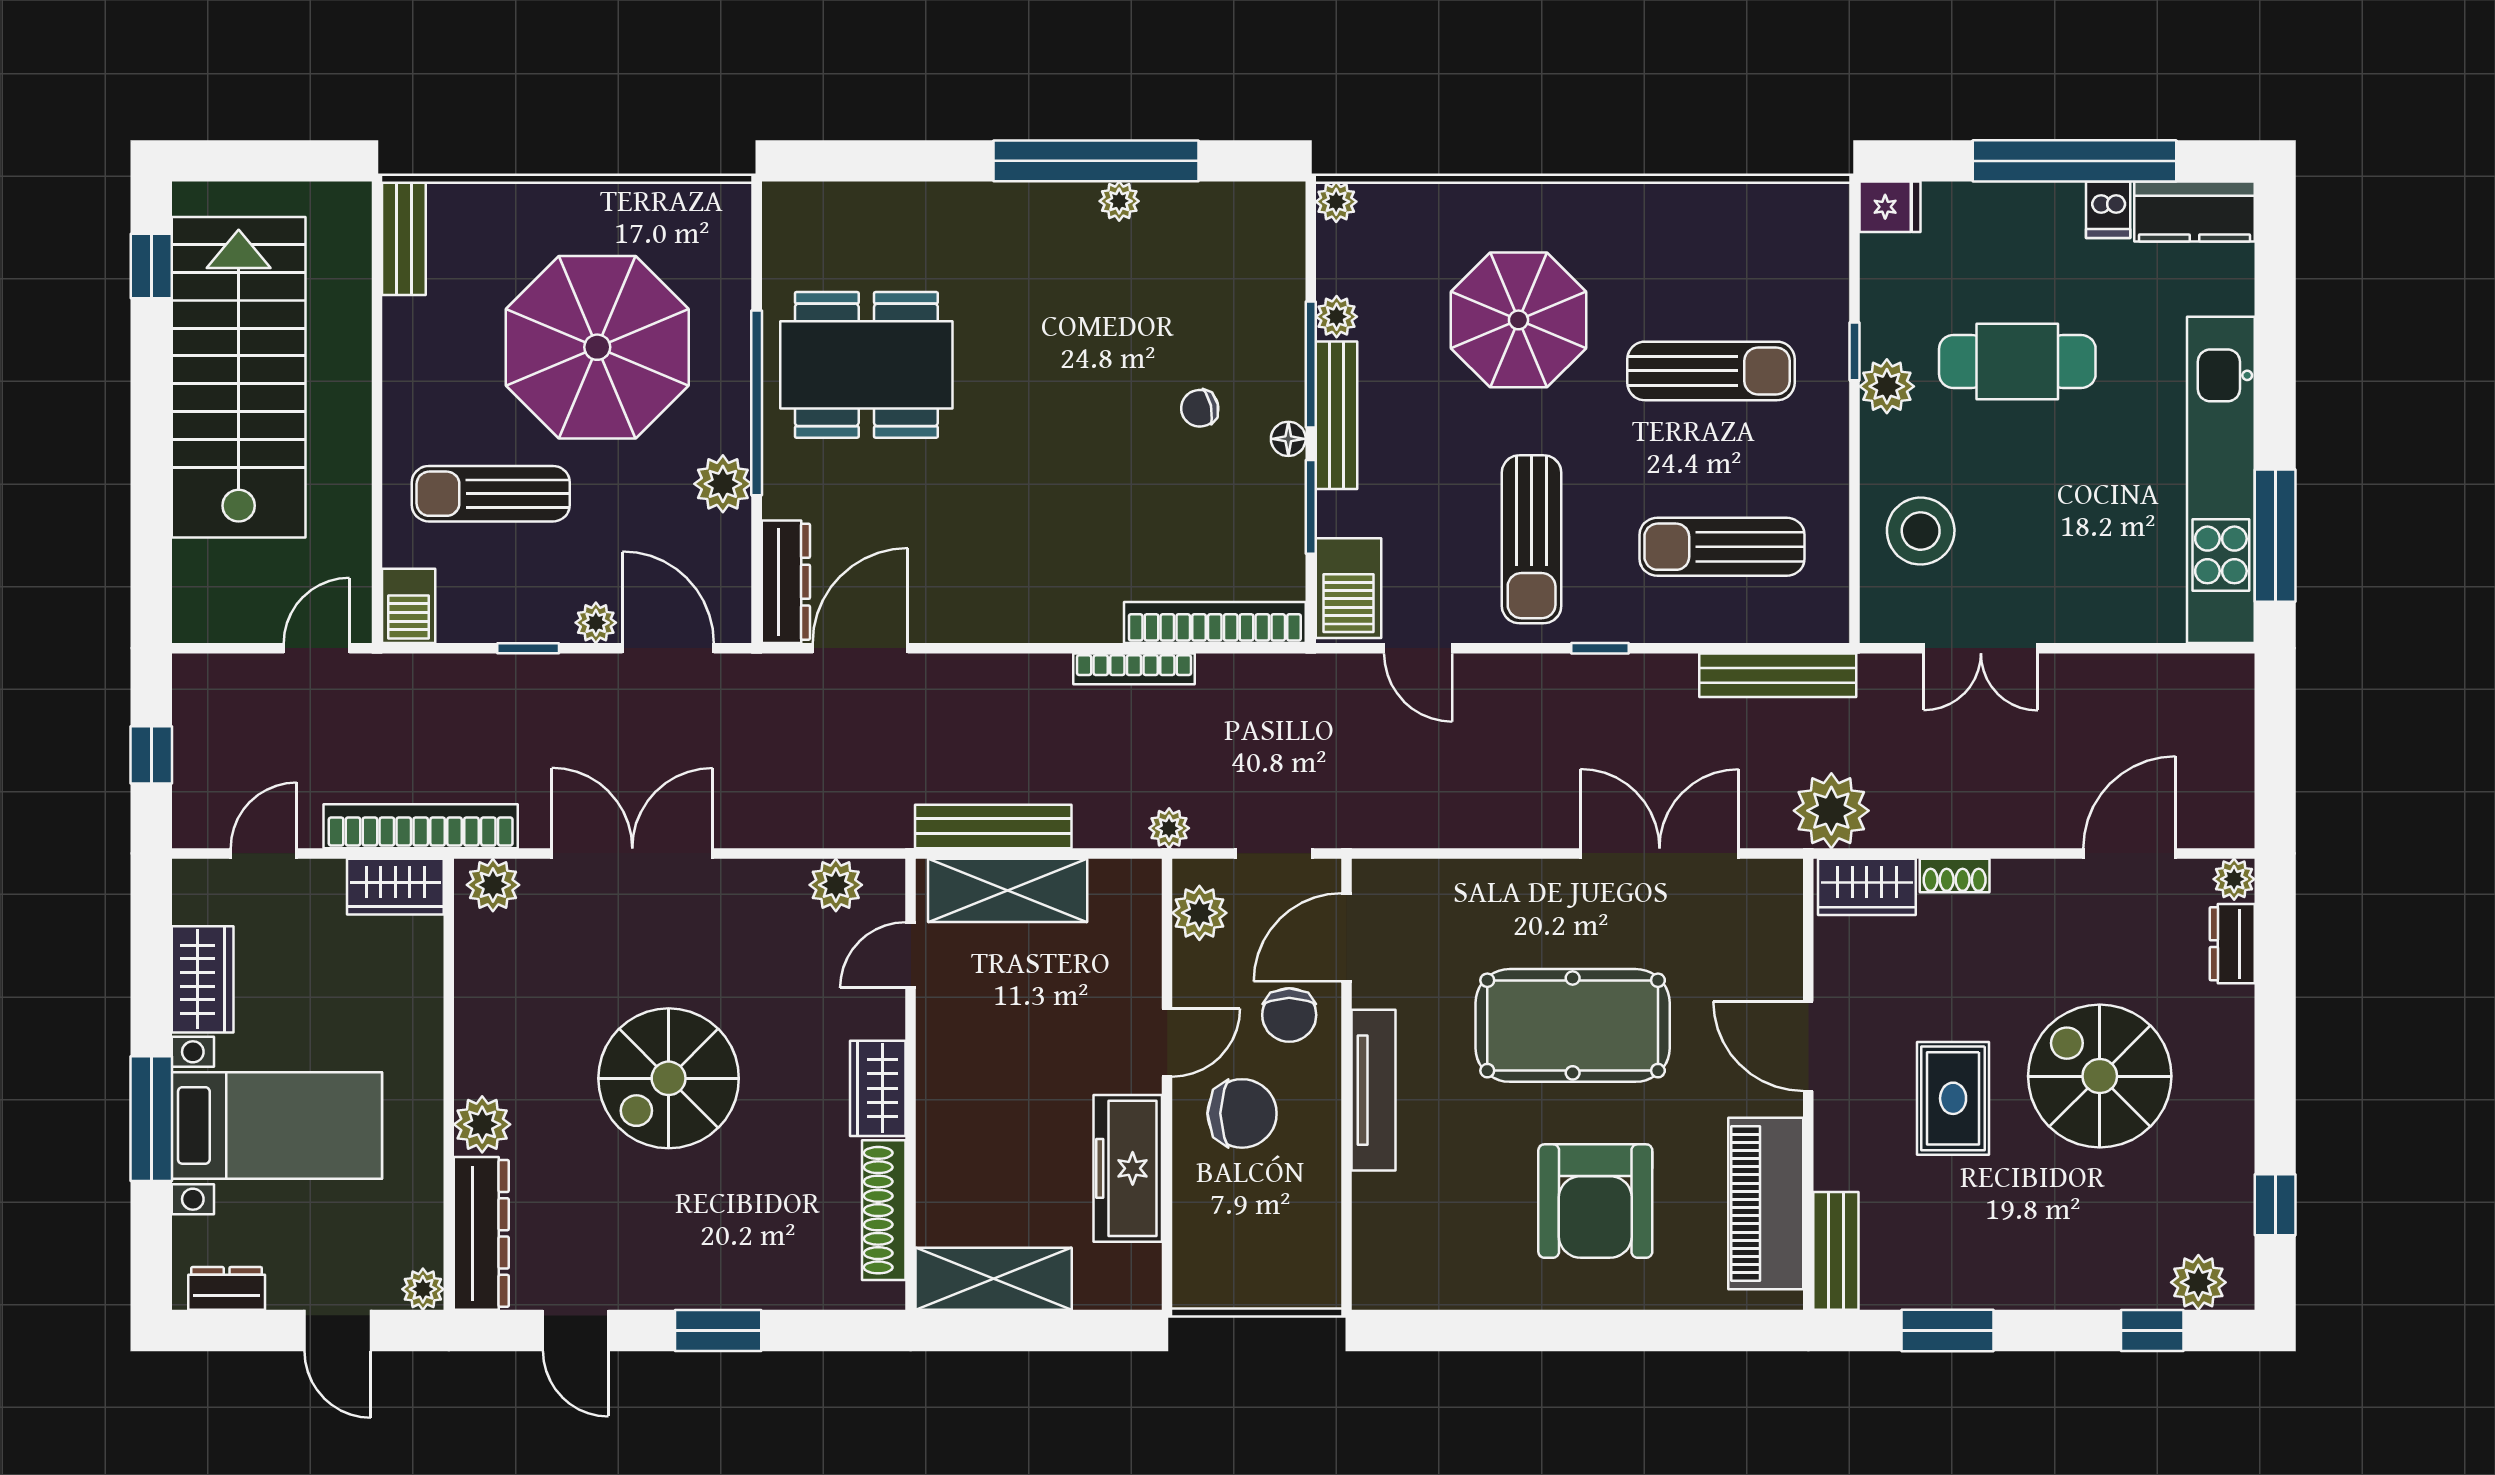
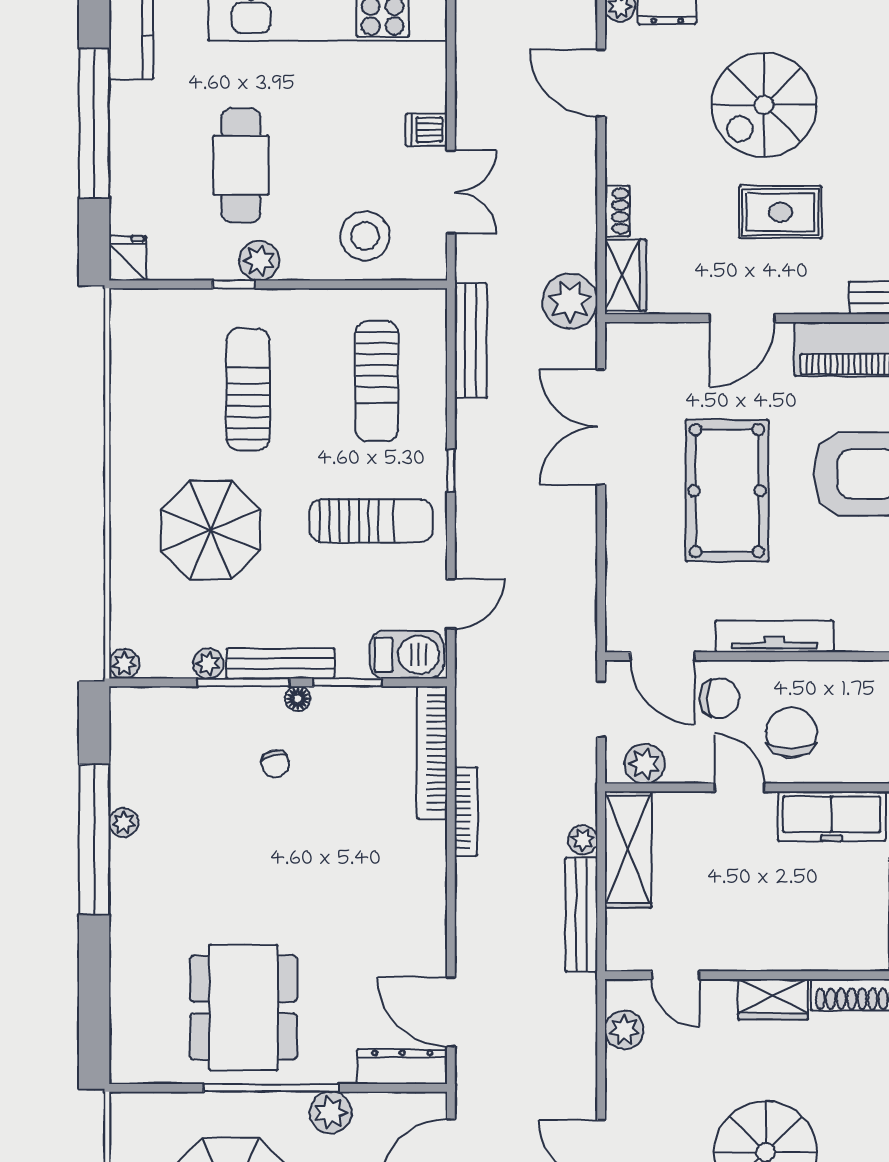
dishwasher: (2108, 210) -> (426, 130), moved, turned 180
plant: (1169, 828) -> (583, 840), moved
shelving: (1008, 890) -> (628, 849), moved

